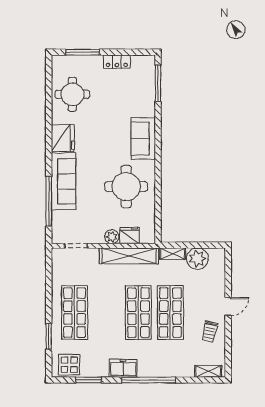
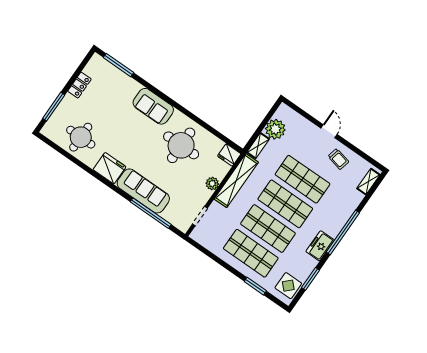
fridge: (130, 235) -> (229, 155), moved, turned -90
shop shelf: (106, 313) -> (268, 229), added

